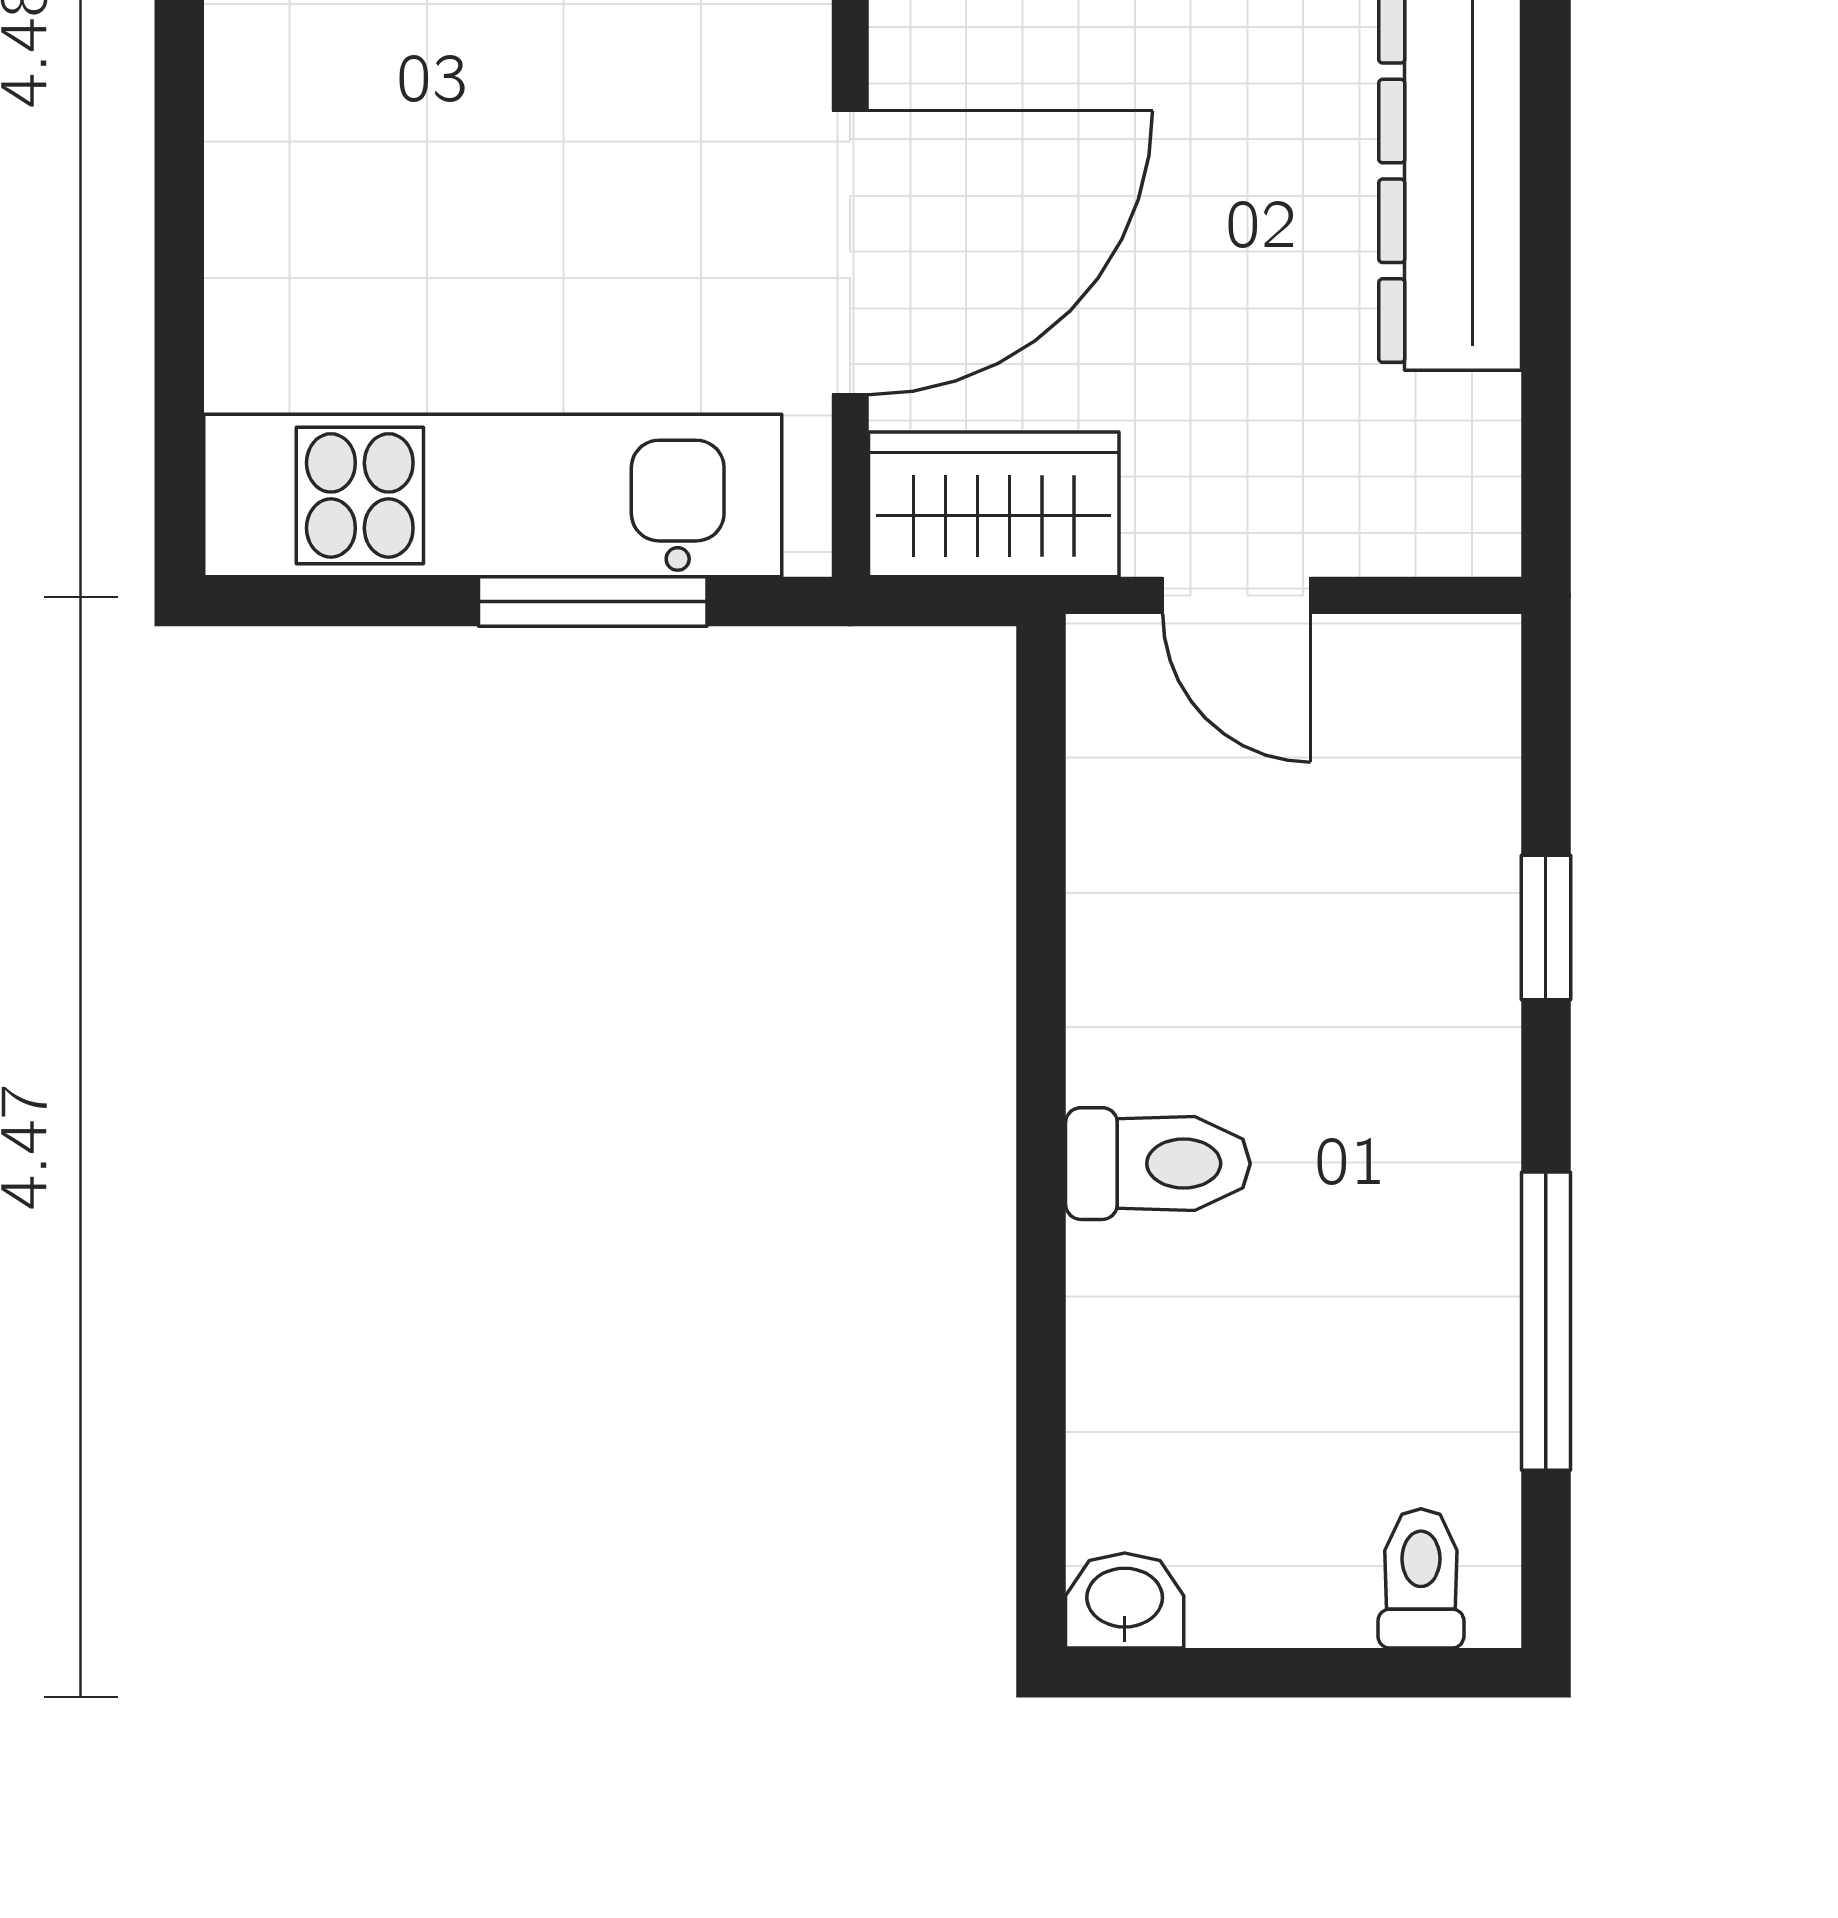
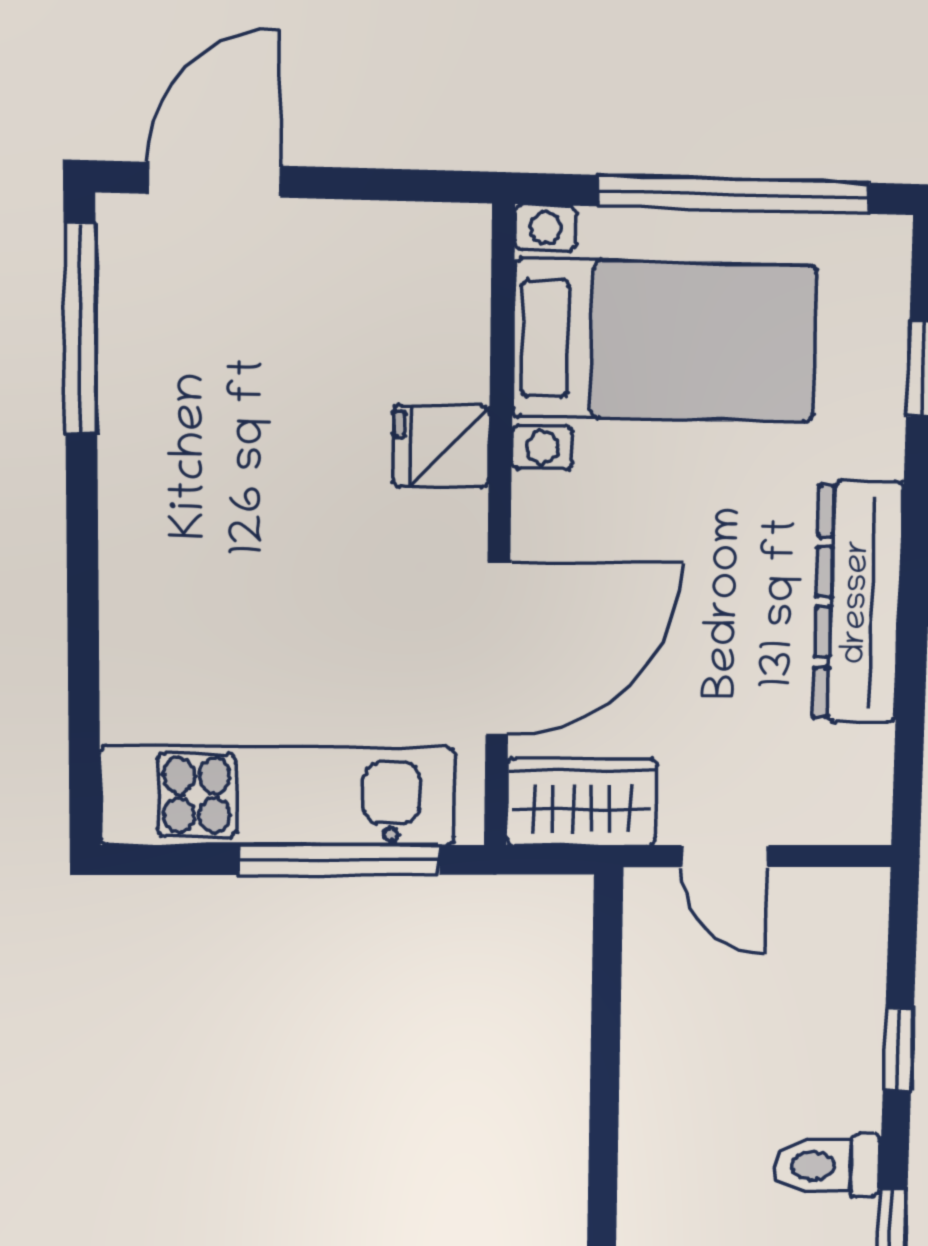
window: (593, 602) -> (339, 860), width x1.44
toilet: (1158, 1164) -> (828, 1166), moved, turned 180

